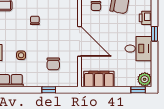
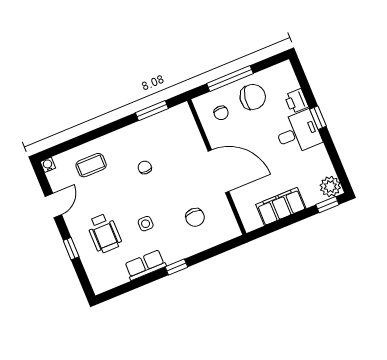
desk: (138, 49) -> (298, 133), moved
filing cabinet: (99, 79) -> (281, 206), moved
window: (49, 90) -> (176, 267), moved

